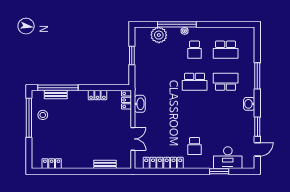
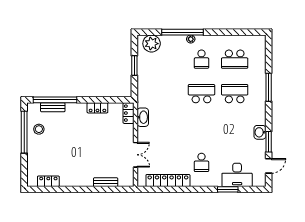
plant: (159, 35) -> (152, 44), moved
school desk: (195, 82) -> (201, 94), turned 180
washbasin: (249, 104) -> (260, 132), moved

